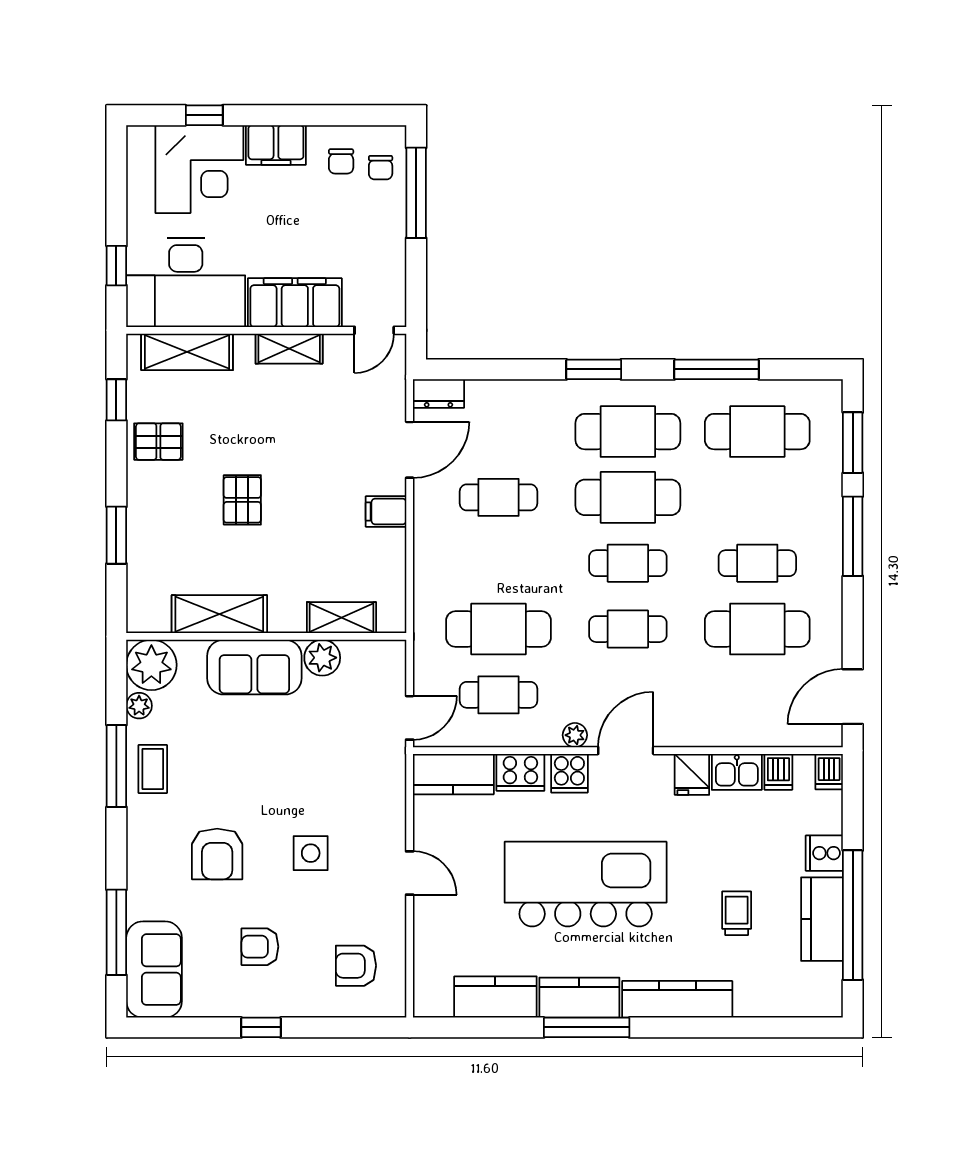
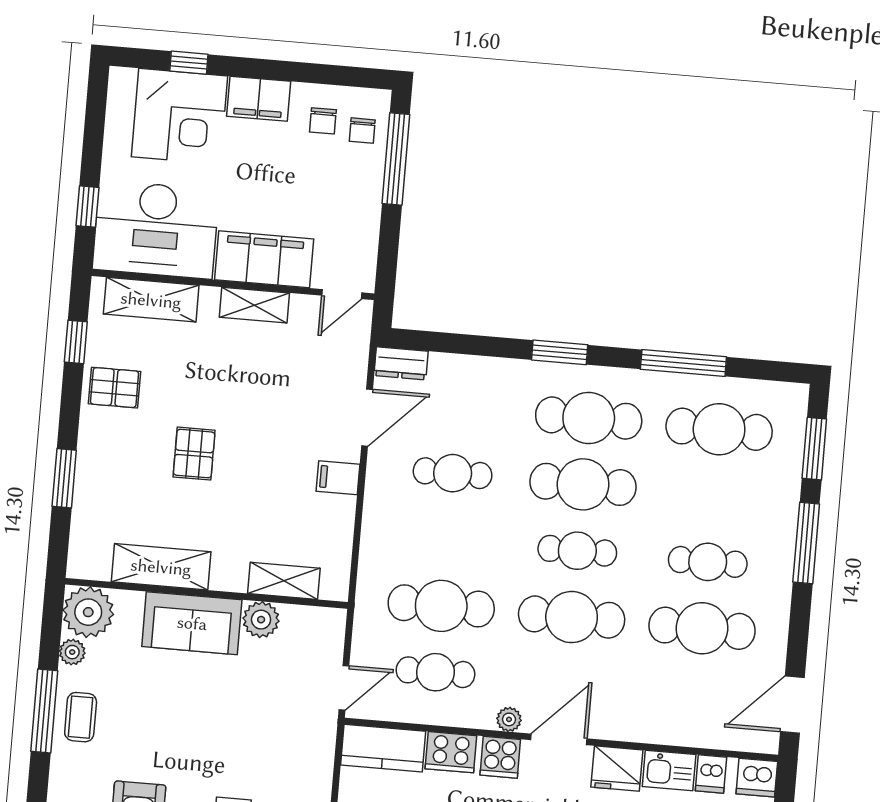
cafe table: (628, 629) -> (572, 617), width x1.37, depth x1.35
dishwasher: (829, 772) -> (757, 778), width x1.38
fridge: (692, 774) -> (617, 769), width x1.38

